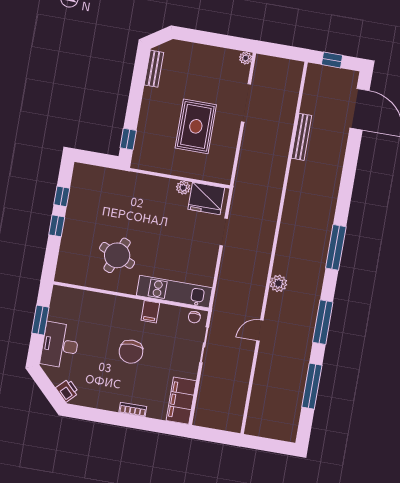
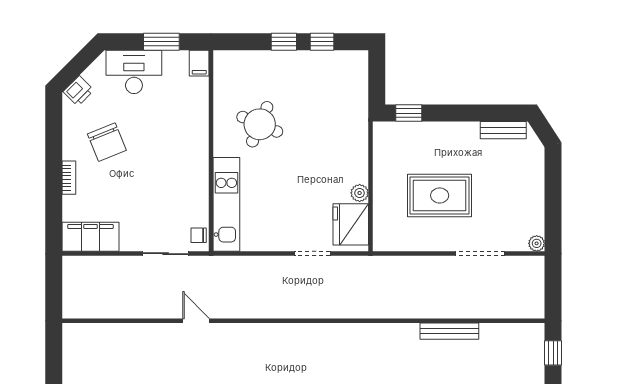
plant: (278, 283) -> (259, 334), removed
filing cabinet: (150, 312) -> (199, 63), moved, turned -90
chair: (131, 352) -> (107, 142), moved, turned -112

